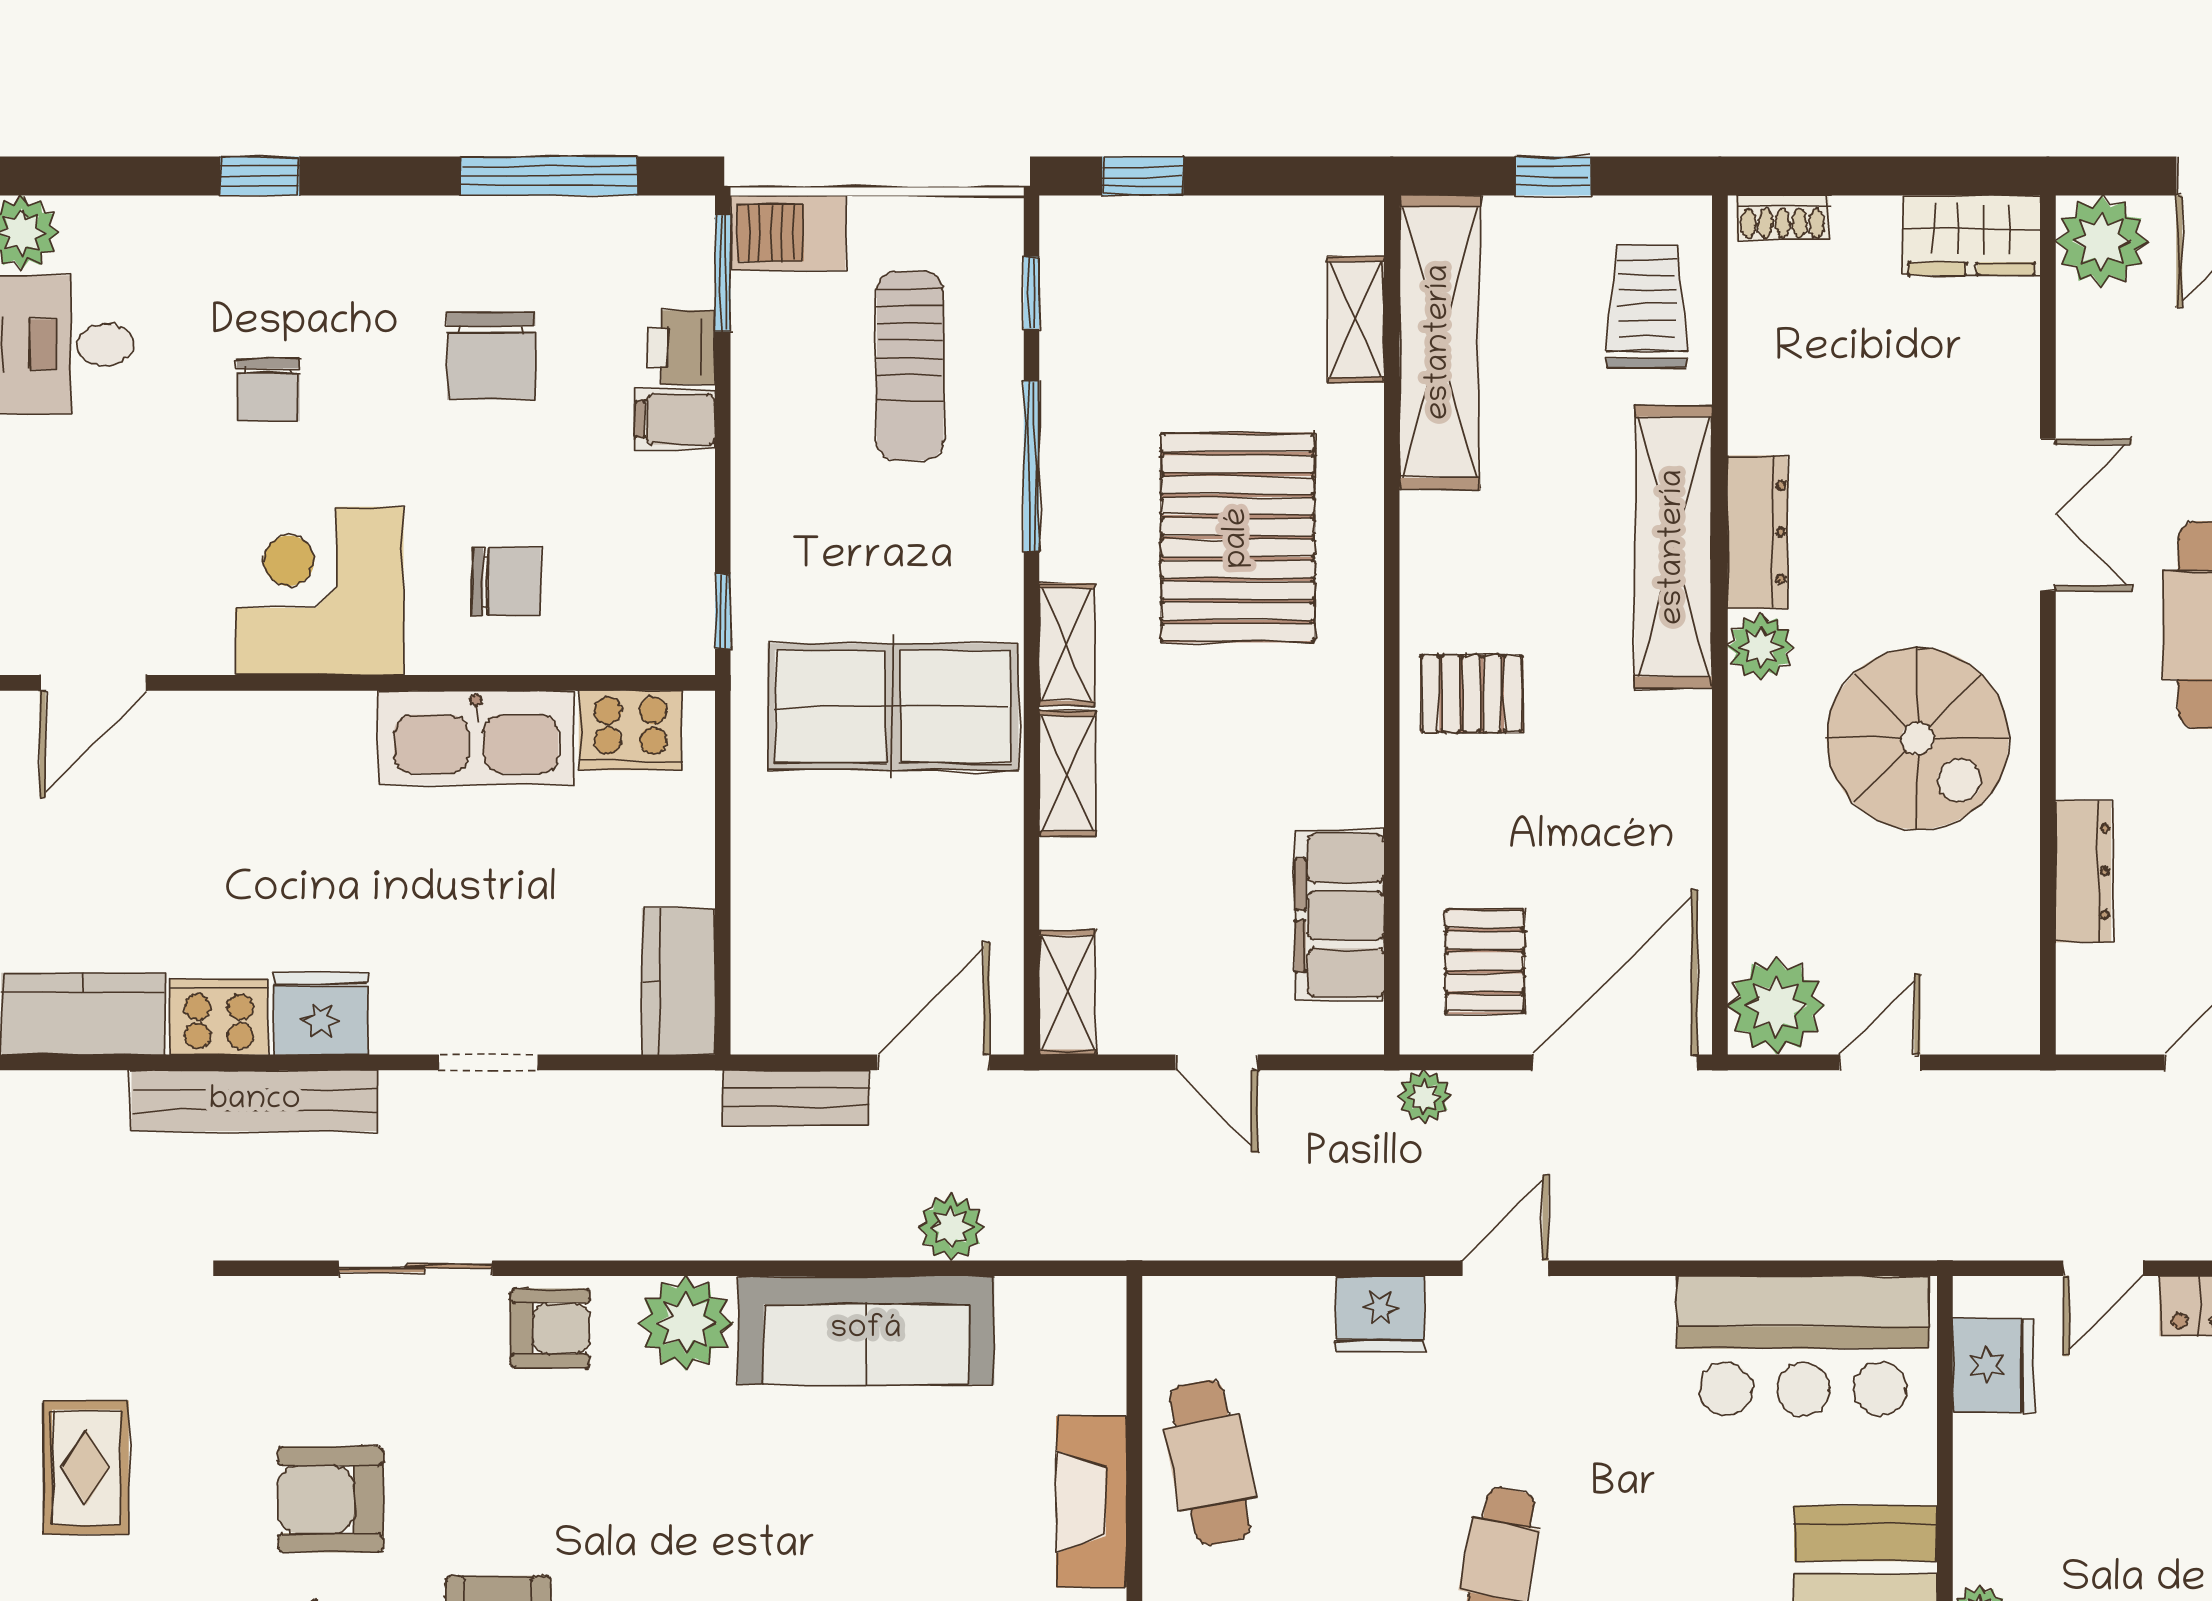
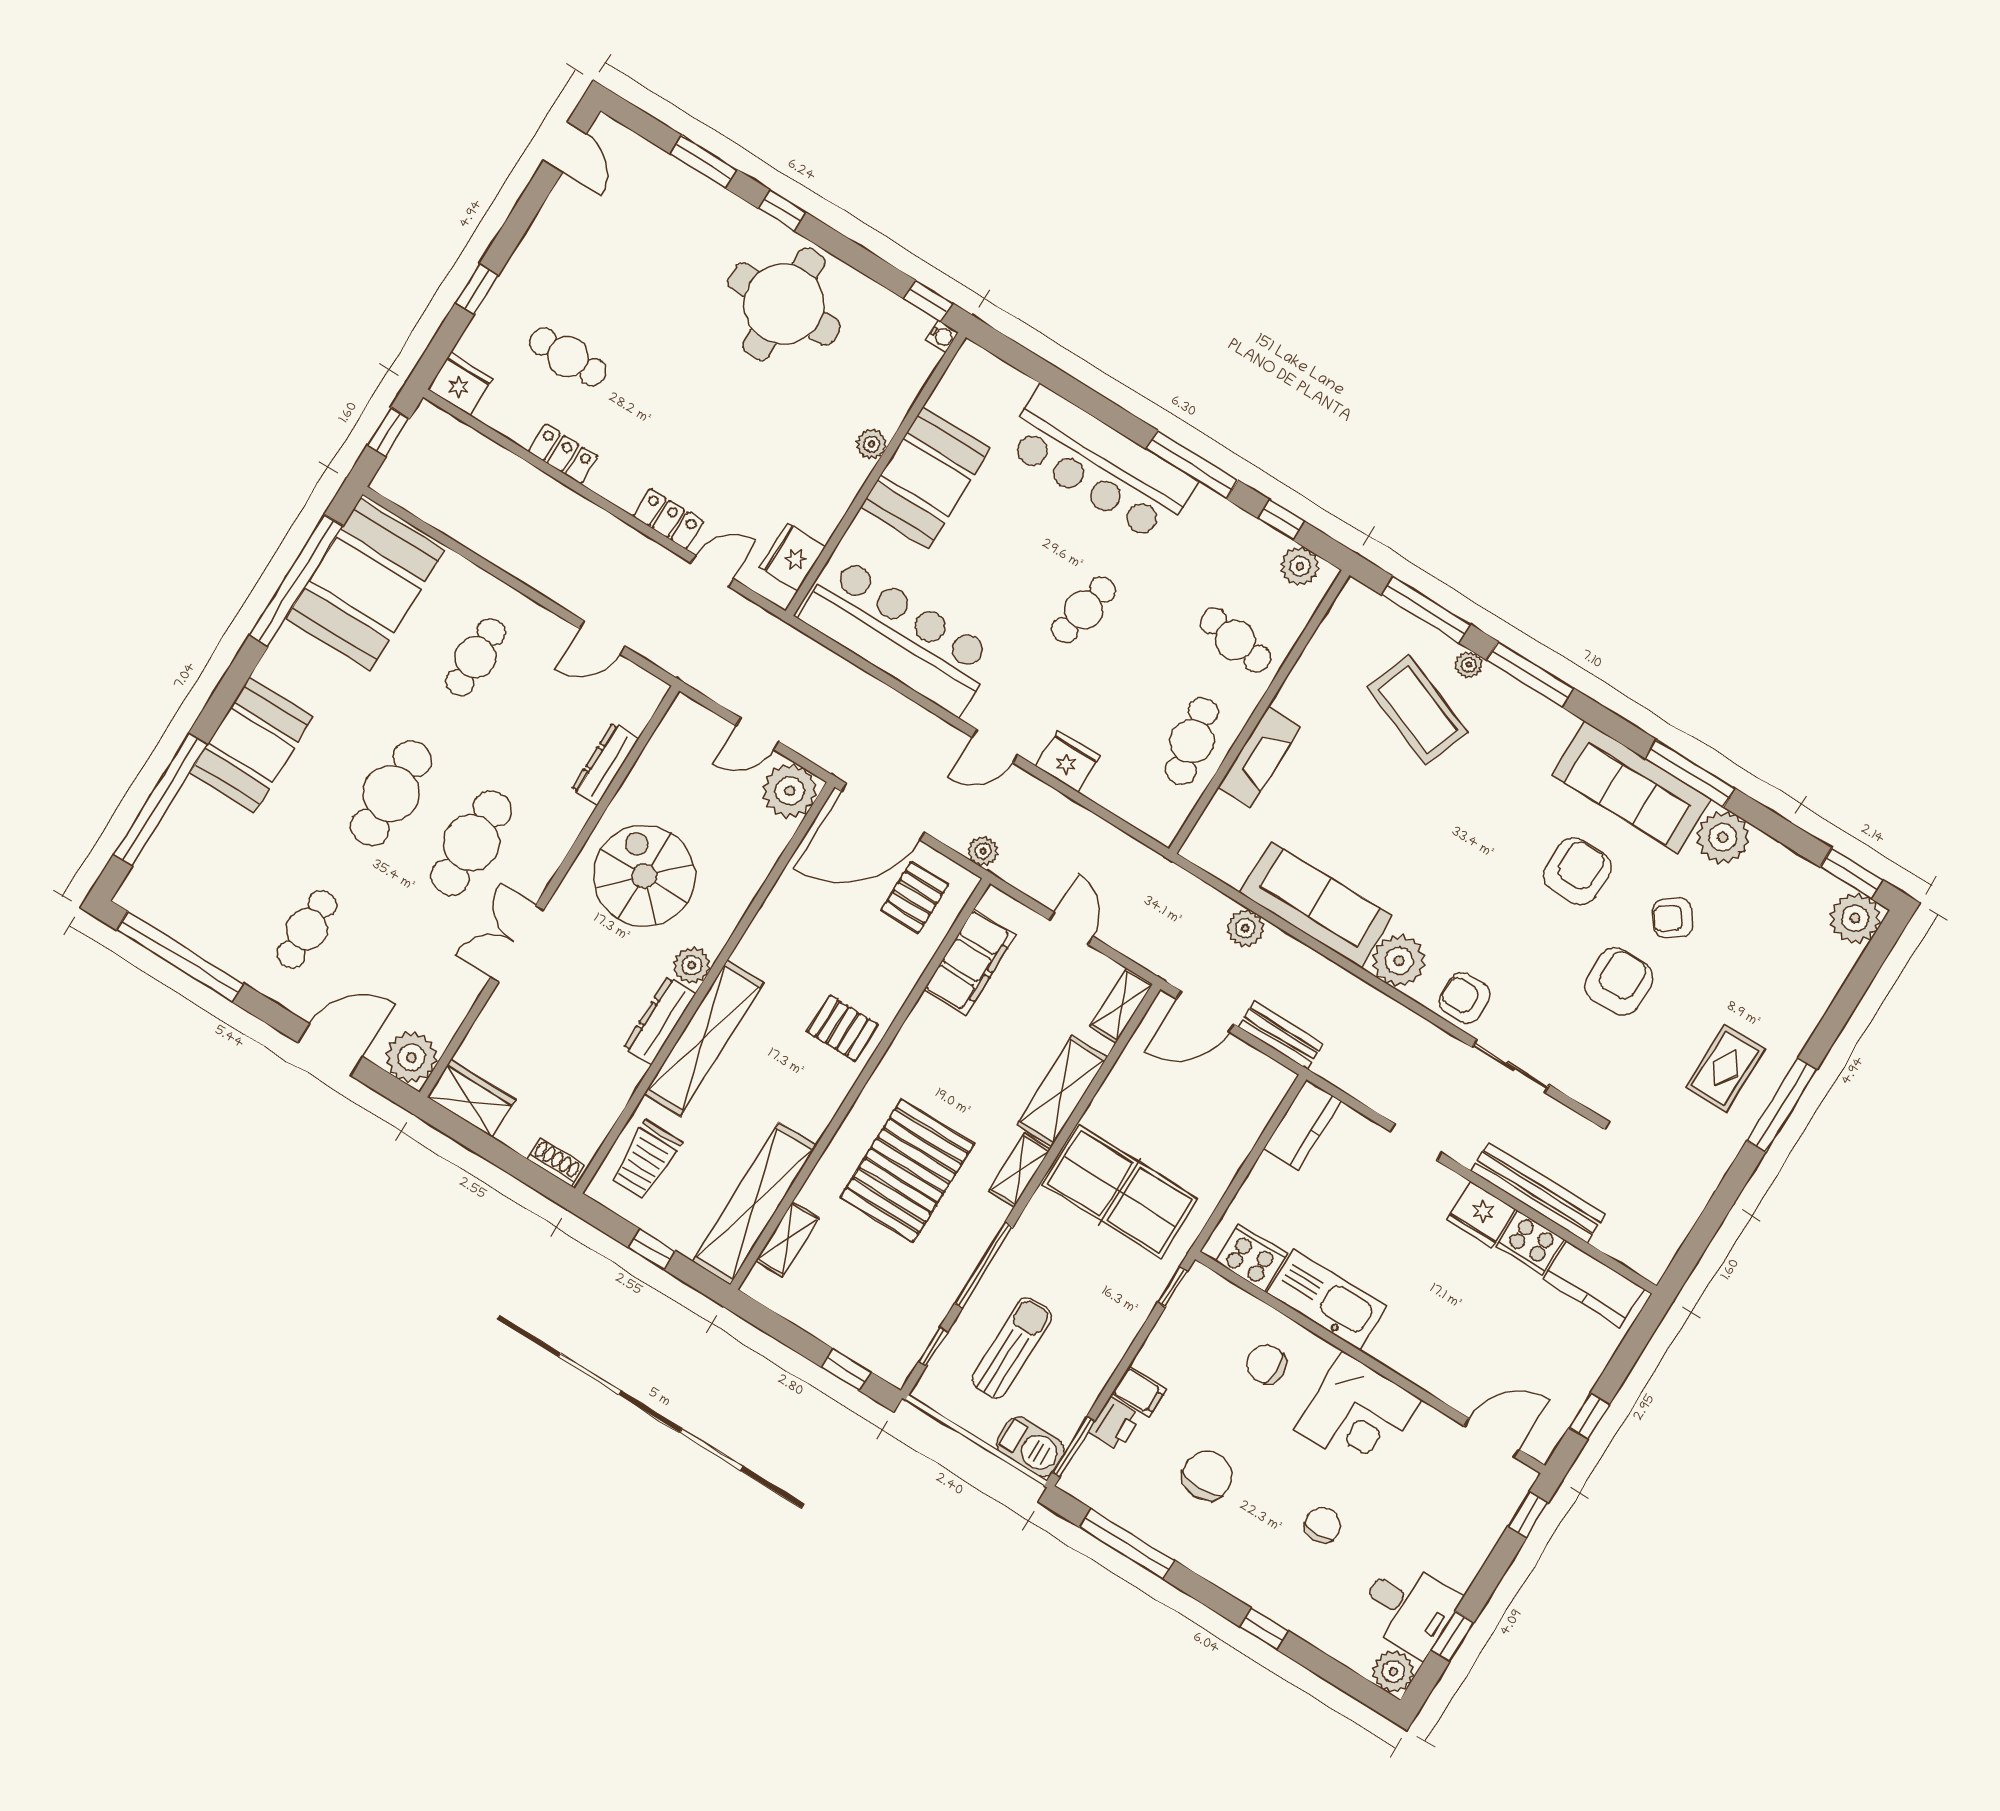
shelving: (1068, 774) -> (1062, 1091), width x1.50, depth x1.33
bar counter: (1803, 1346) -> (899, 636), width x1.36
armchair: (331, 1499) -> (1619, 981), turned -90

